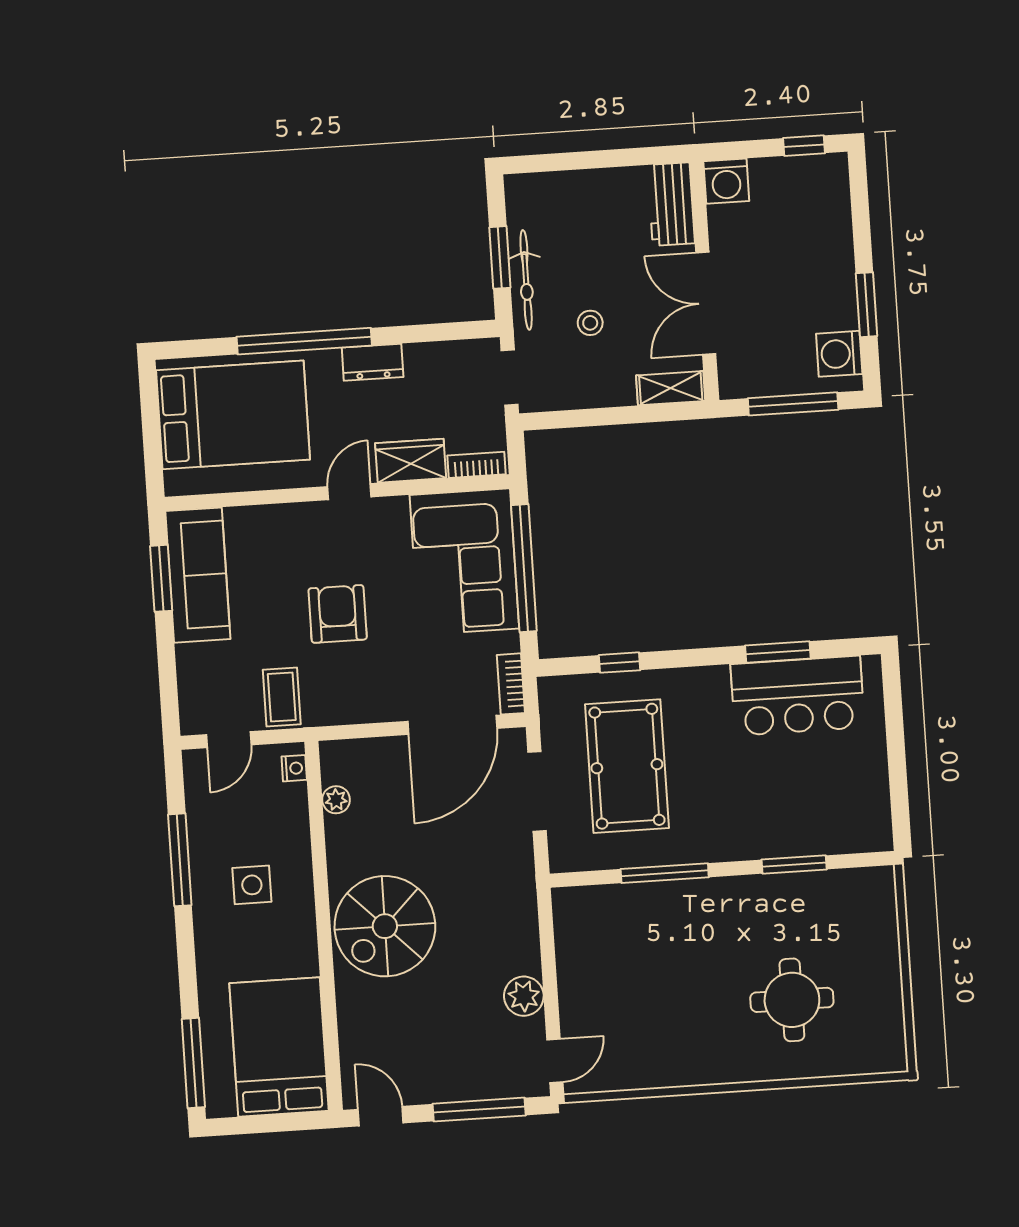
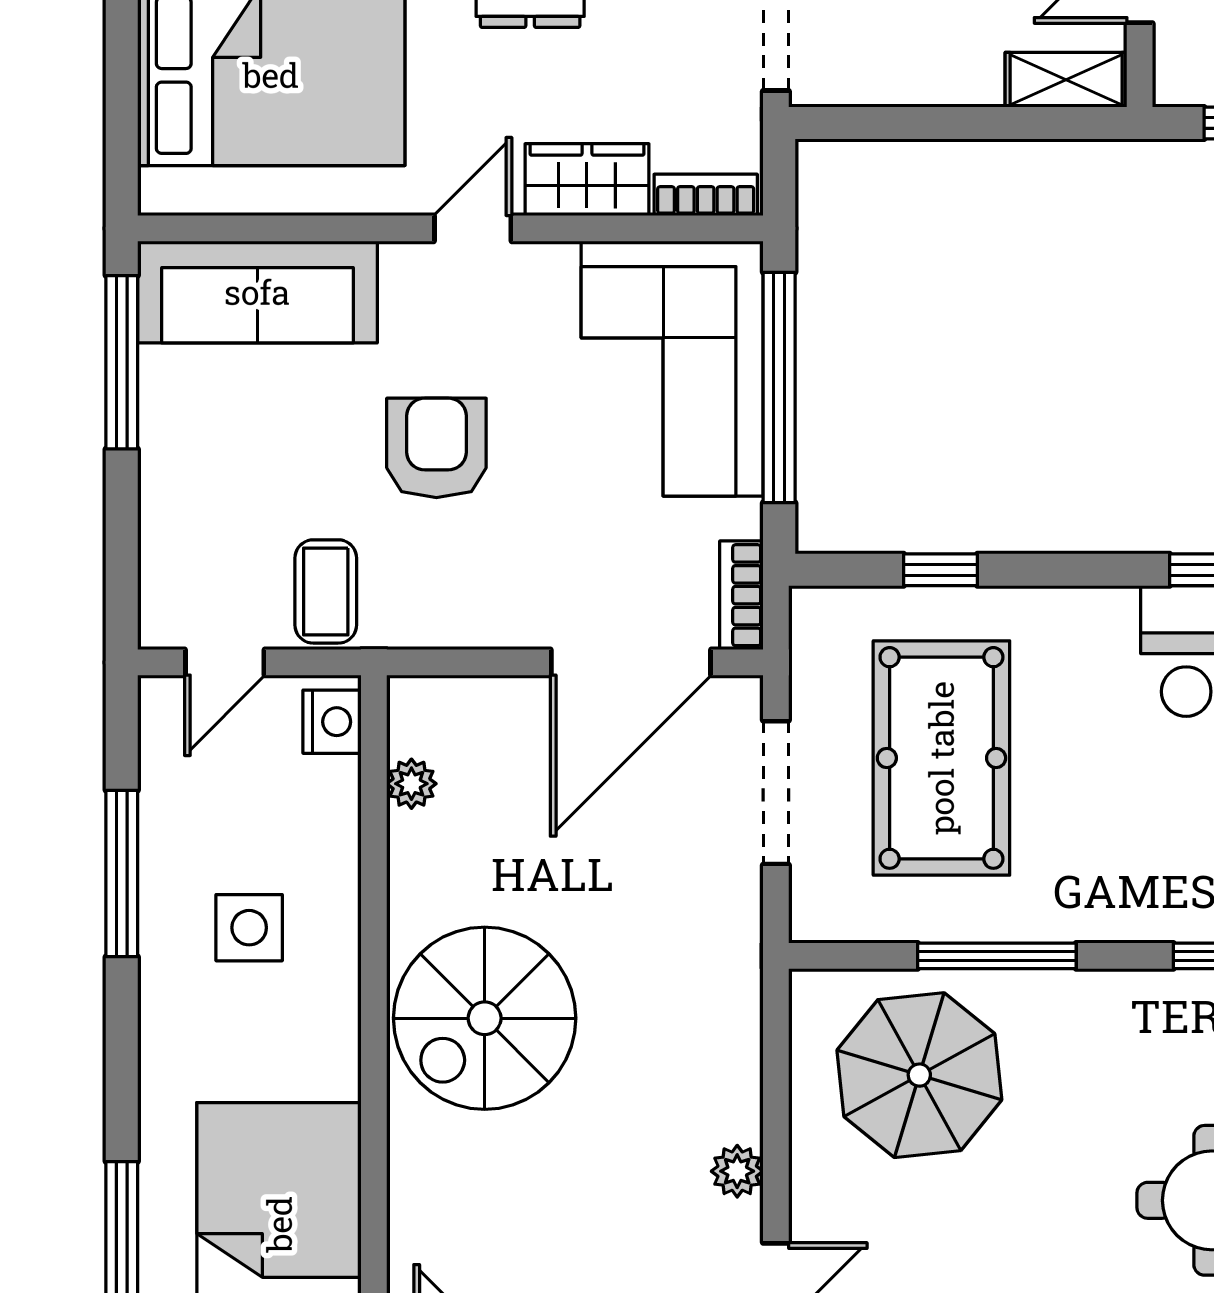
sofa: (198, 575) -> (257, 292), moved, turned 90
window: (161, 578) -> (122, 362), width x1.44
nightstand: (294, 768) -> (332, 722), width x1.39, depth x1.35
parasol: (626, 942) -> (919, 1075), added
plant: (524, 996) -> (737, 1171), width x0.73, depth x0.73

